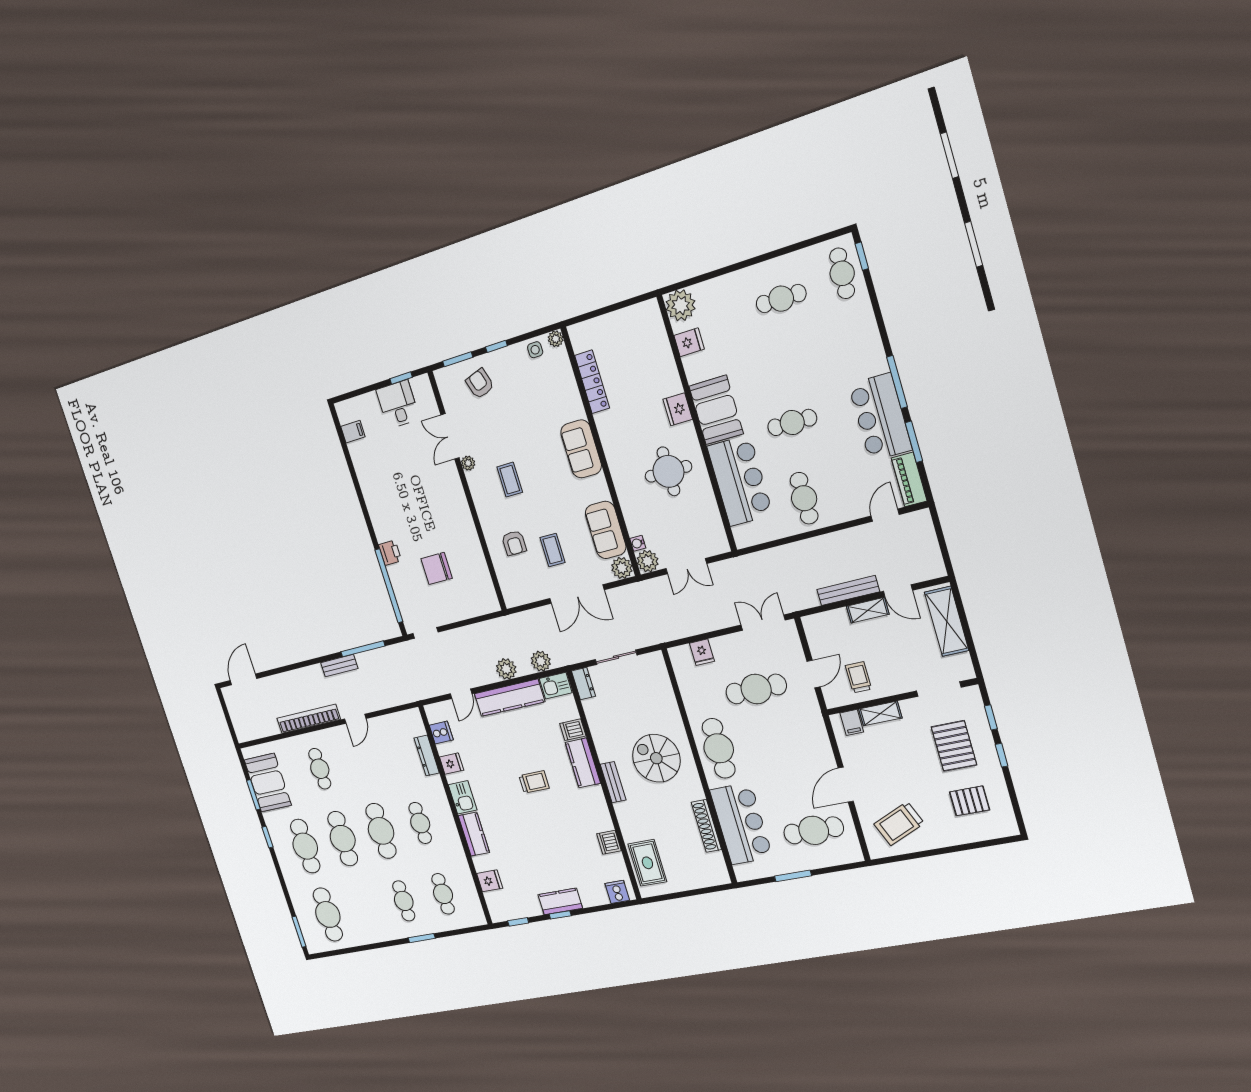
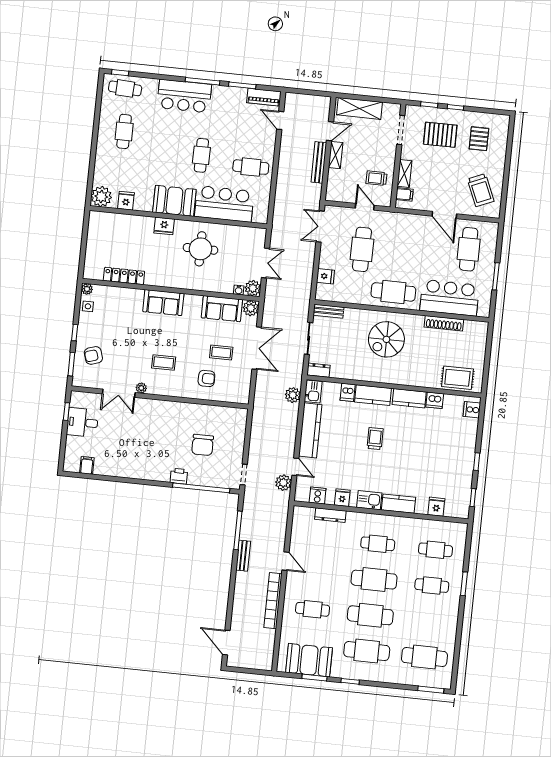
bar counter: (880, 417) -> (184, 96), moved
plant: (506, 669) -> (283, 483), moved
bench: (613, 782) -> (328, 311), moved
kitchen counter: (560, 901) -> (409, 398), moved, turned -90

